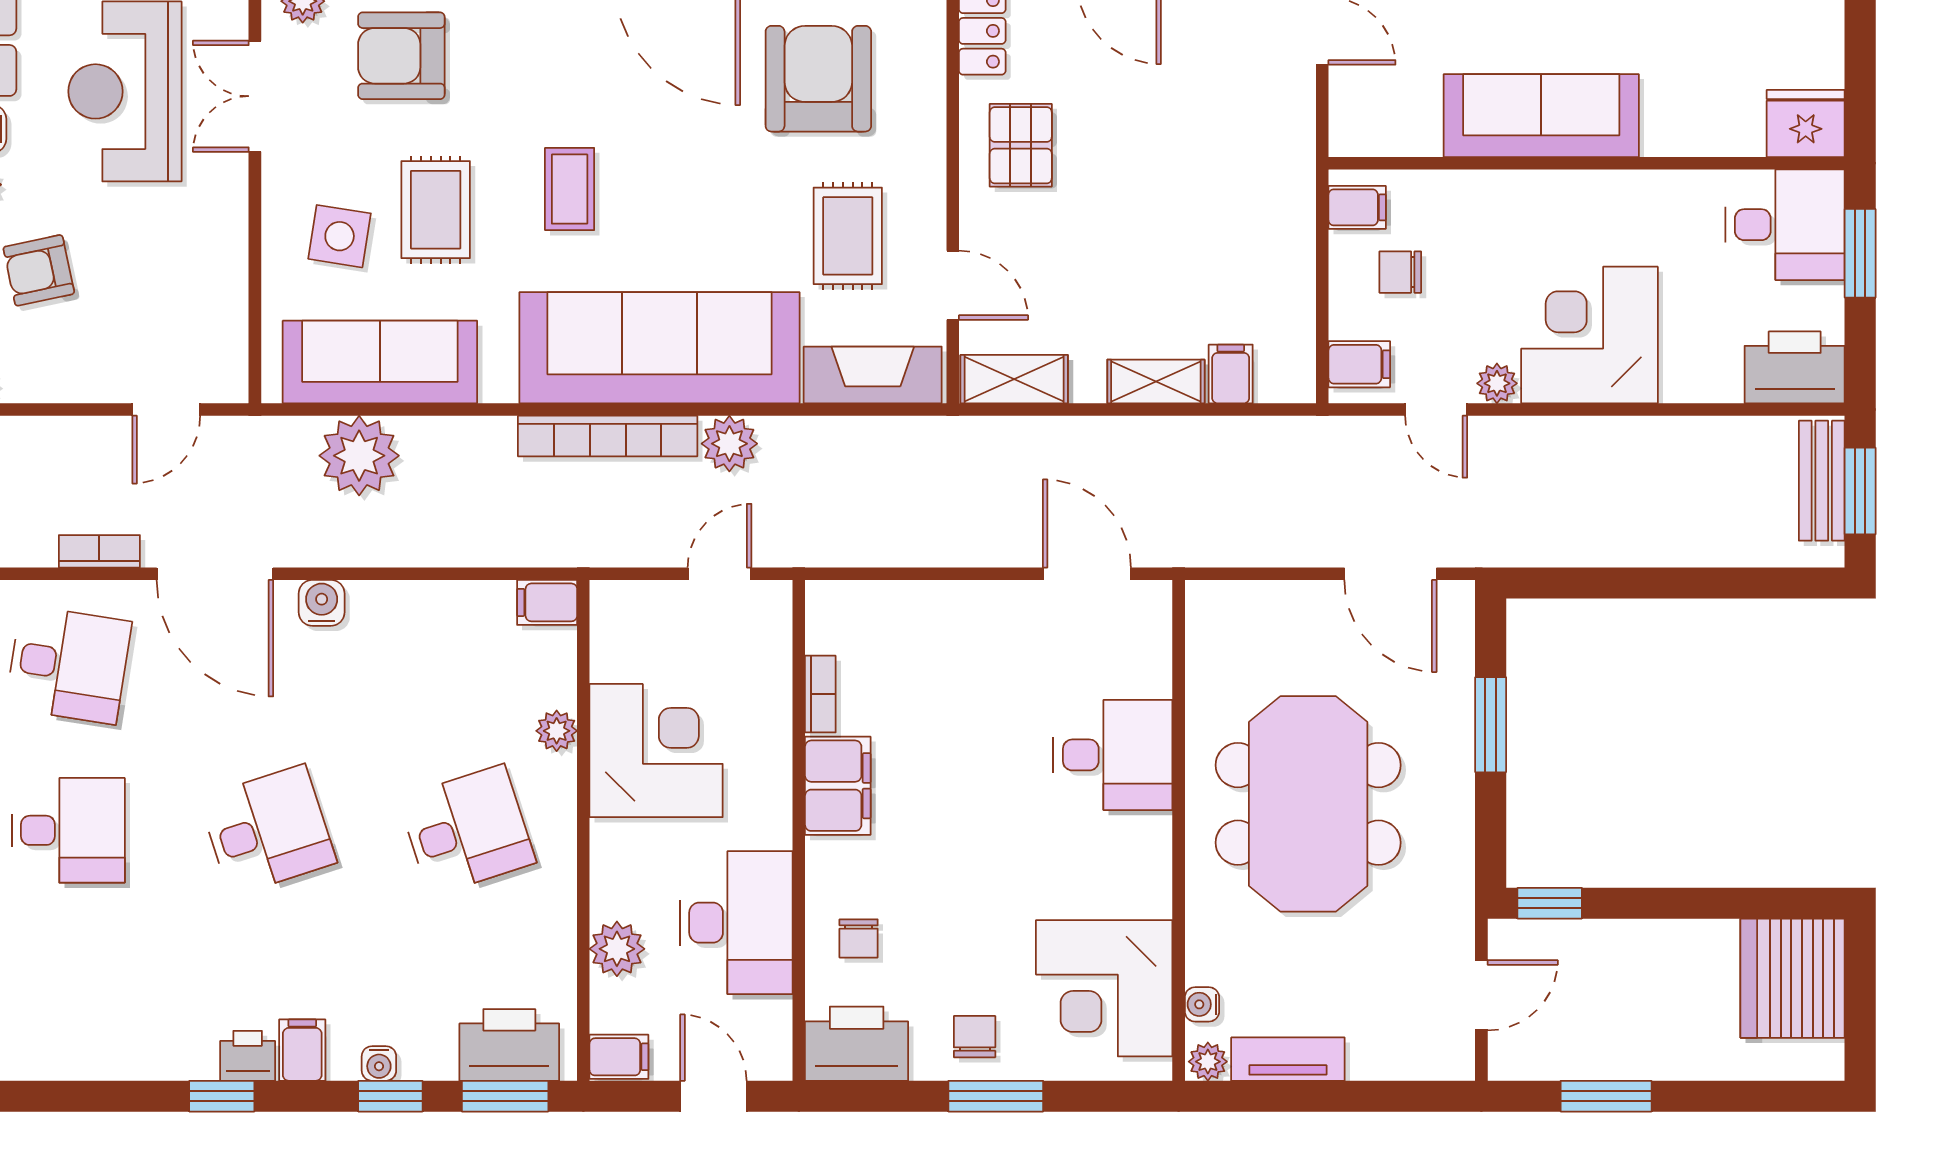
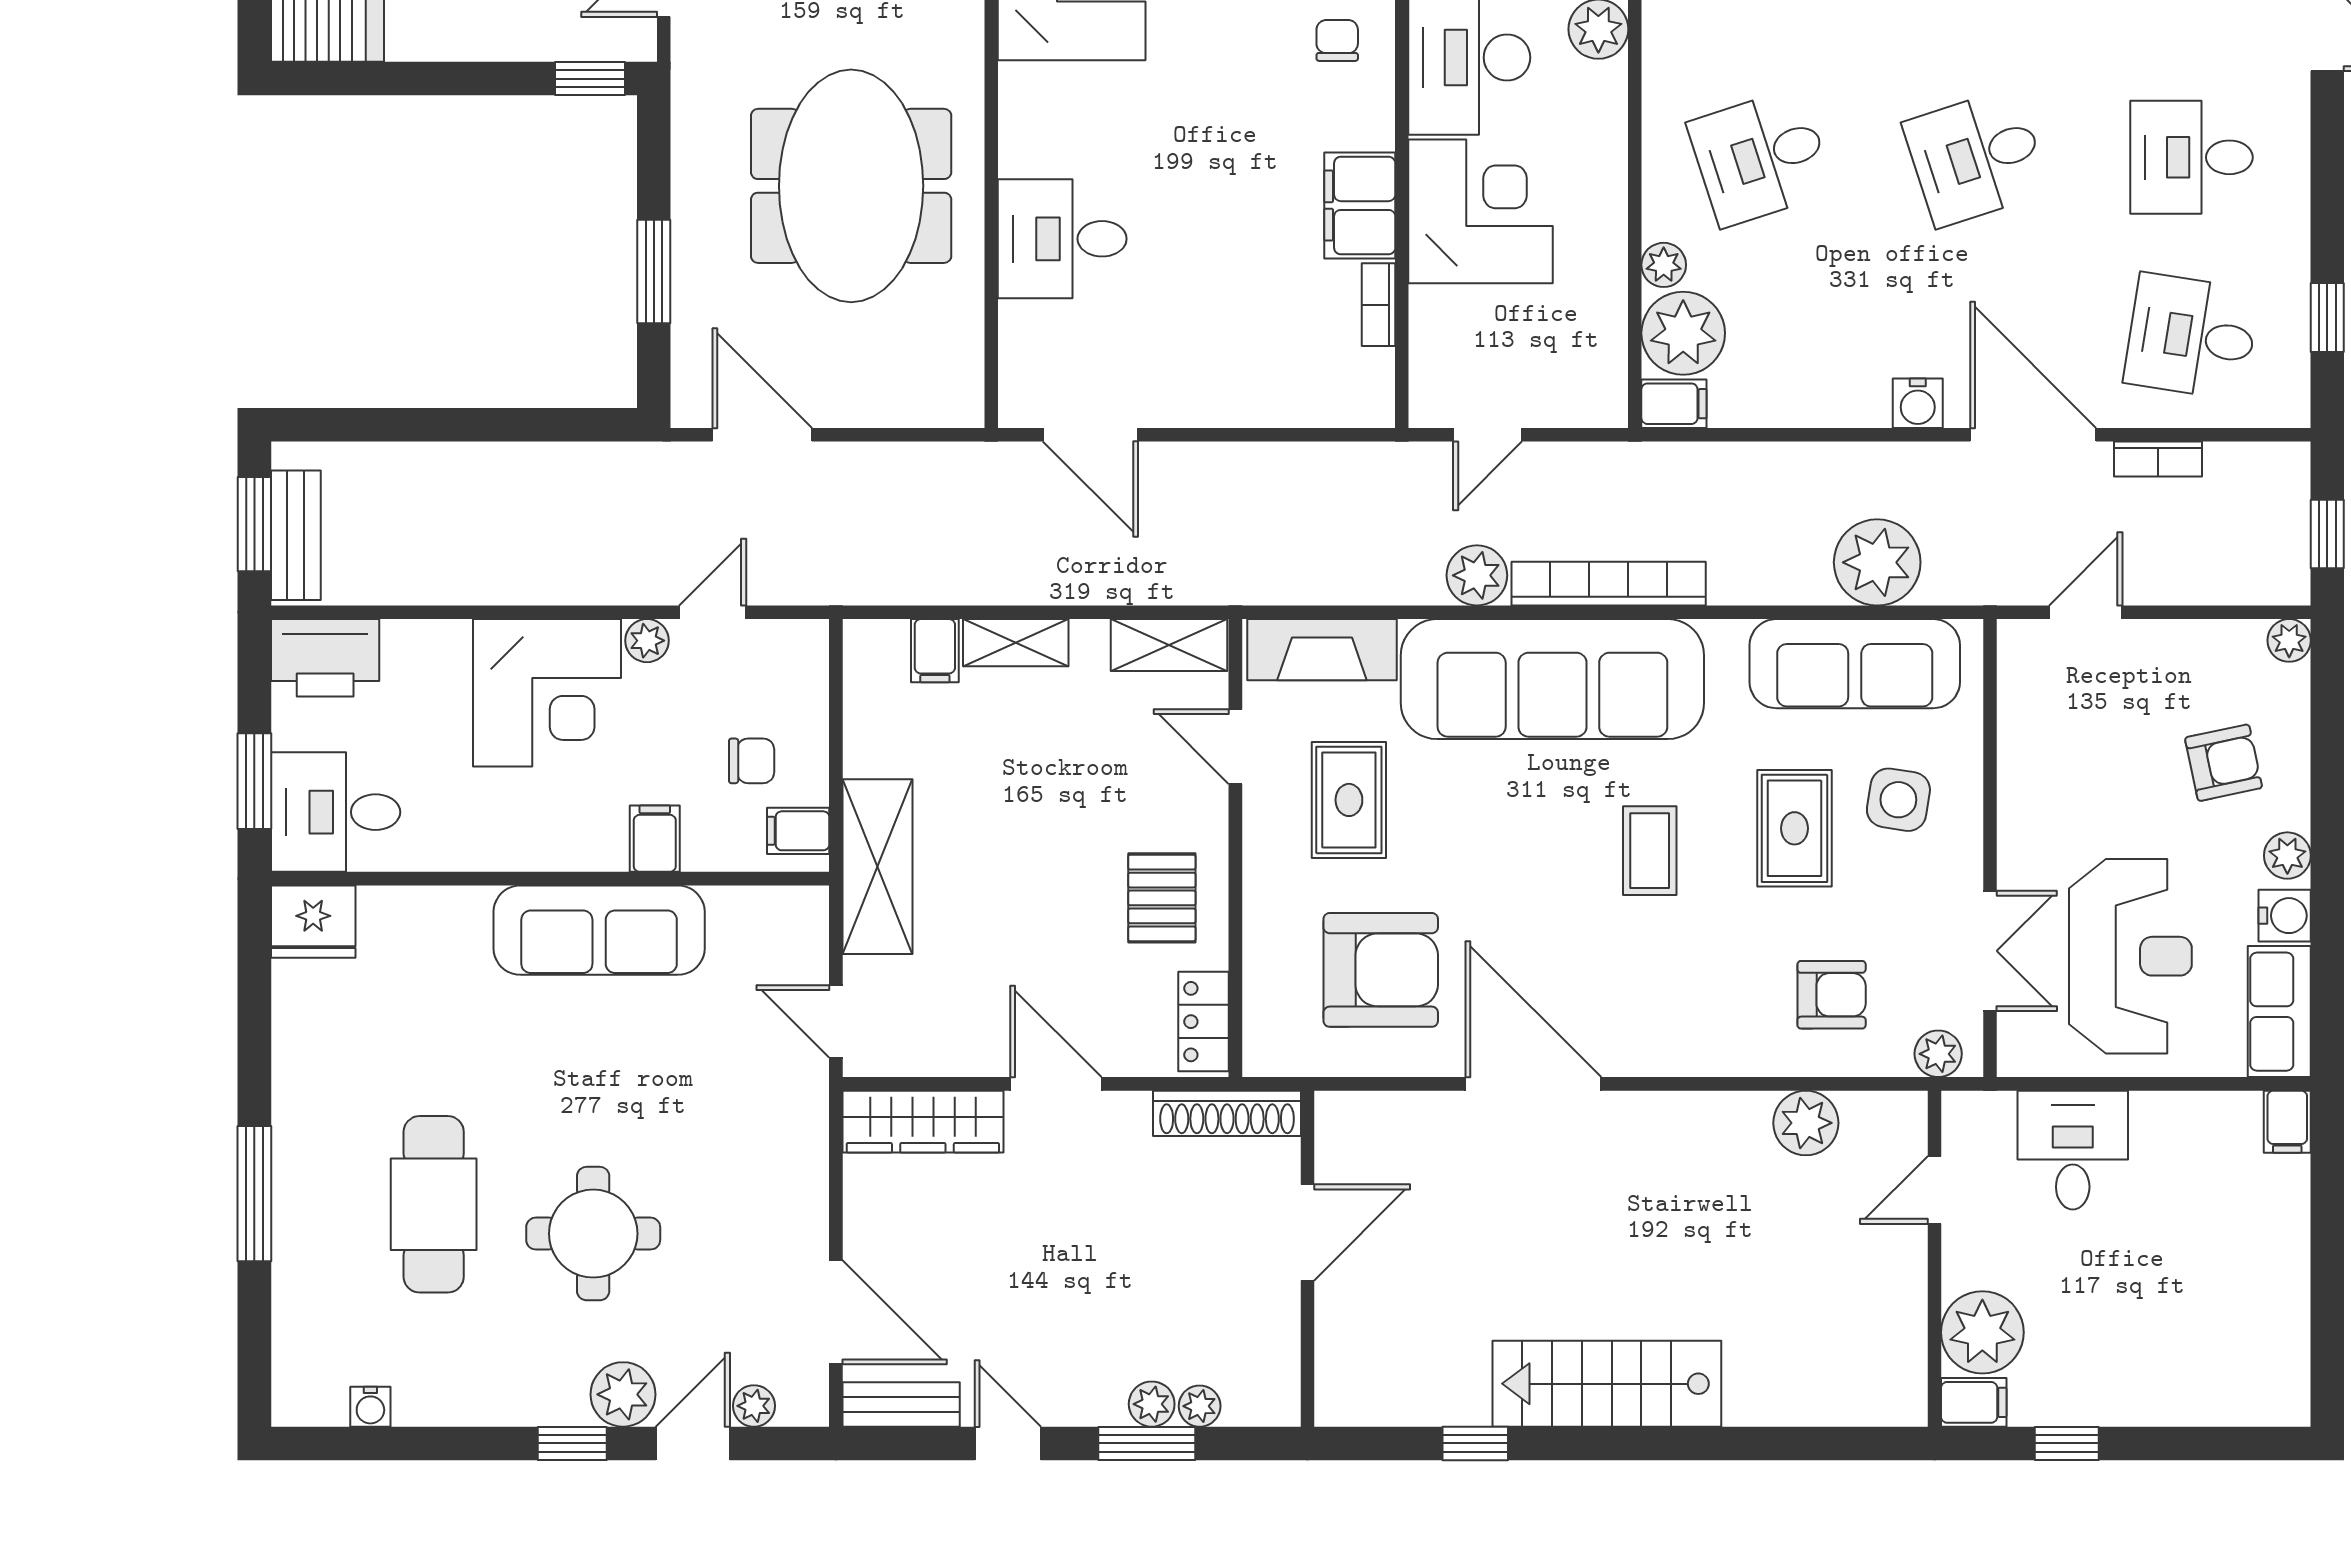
armchair: (401, 56) -> (1832, 995), width x0.72, depth x0.72
armchair: (818, 79) -> (1381, 970), turned -90
shelving: (1284, 174) -> (877, 867), added
filing cabinet: (1359, 364) -> (655, 839), moved, turned 90
door: (1436, 409) -> (713, 612), hinge flipped
plant: (539, 668) -> (1683, 333), added
corner desk: (656, 751) -> (1481, 211), moved, turned 180

